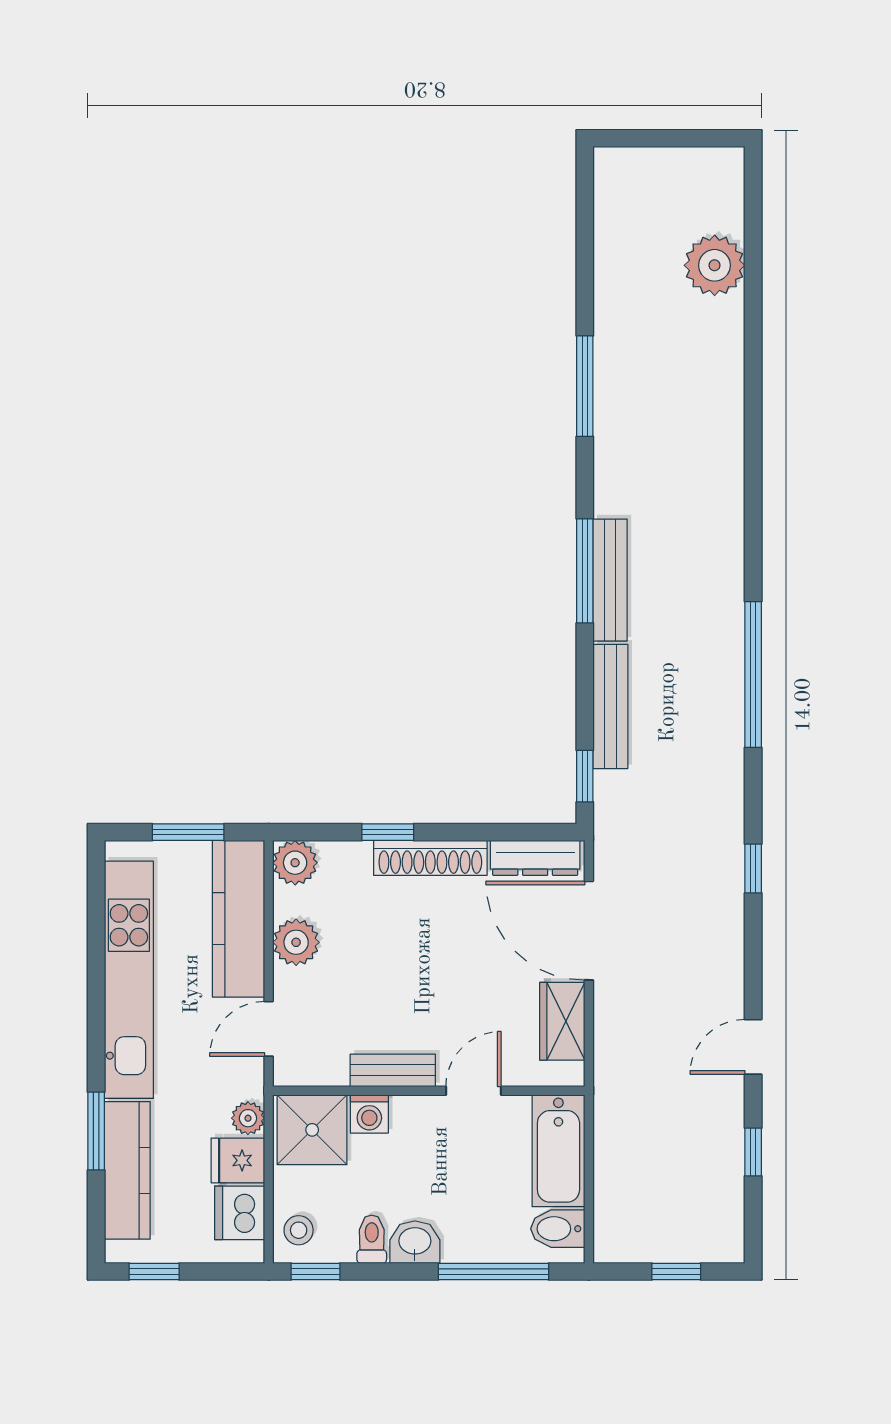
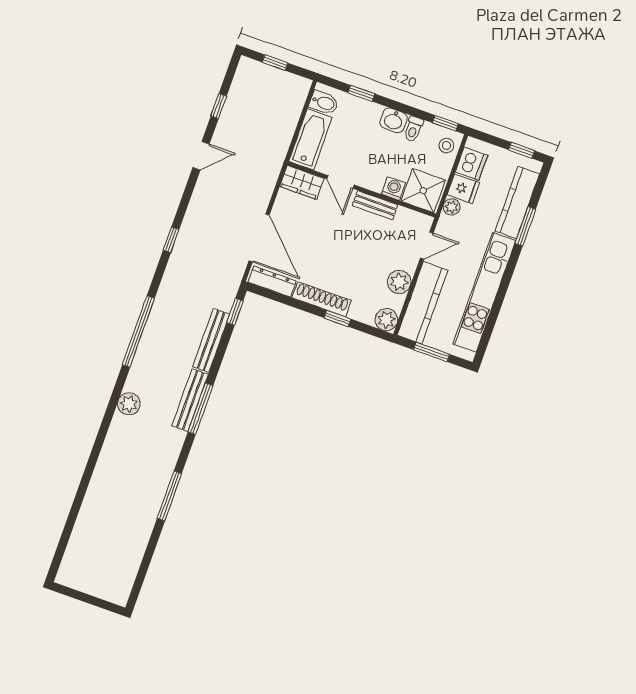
plant: (715, 265) -> (129, 404), moved, width x0.73, depth x0.73
wardrobe: (562, 1021) -> (302, 182), moved, turned 90
door: (473, 1091) -> (340, 182), hinge flipped
window: (494, 1271) -> (361, 93), width x0.46

